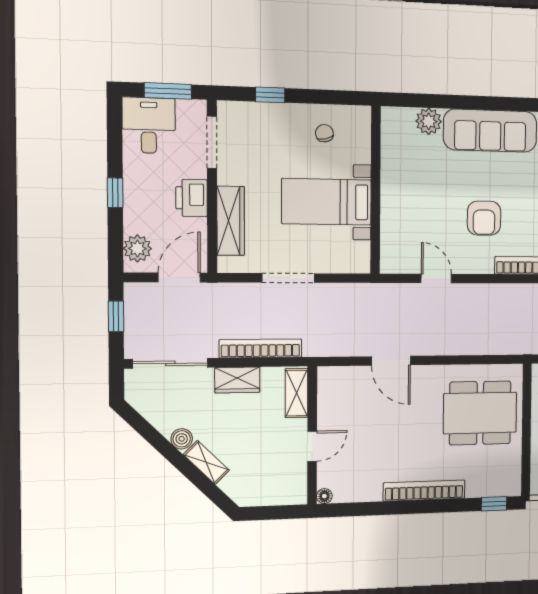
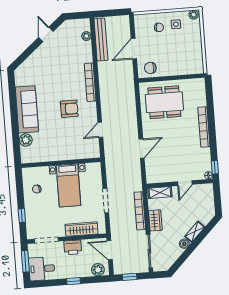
dining table: (480, 413) -> (164, 102), turned 90
door: (312, 446) -> (185, 183), swing flipped
window: (494, 504) -> (215, 167), moved

